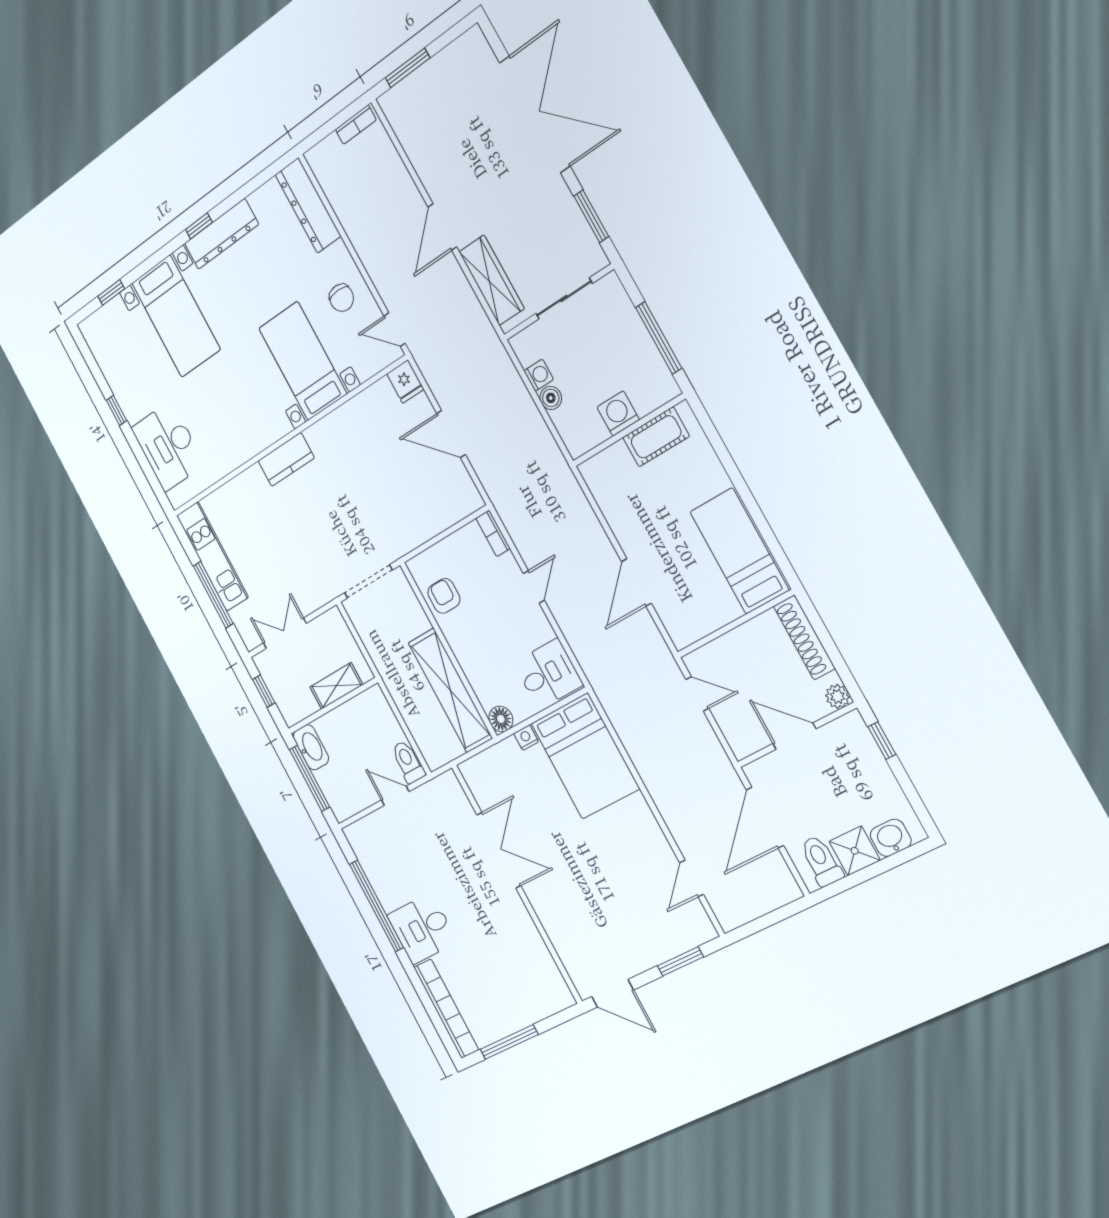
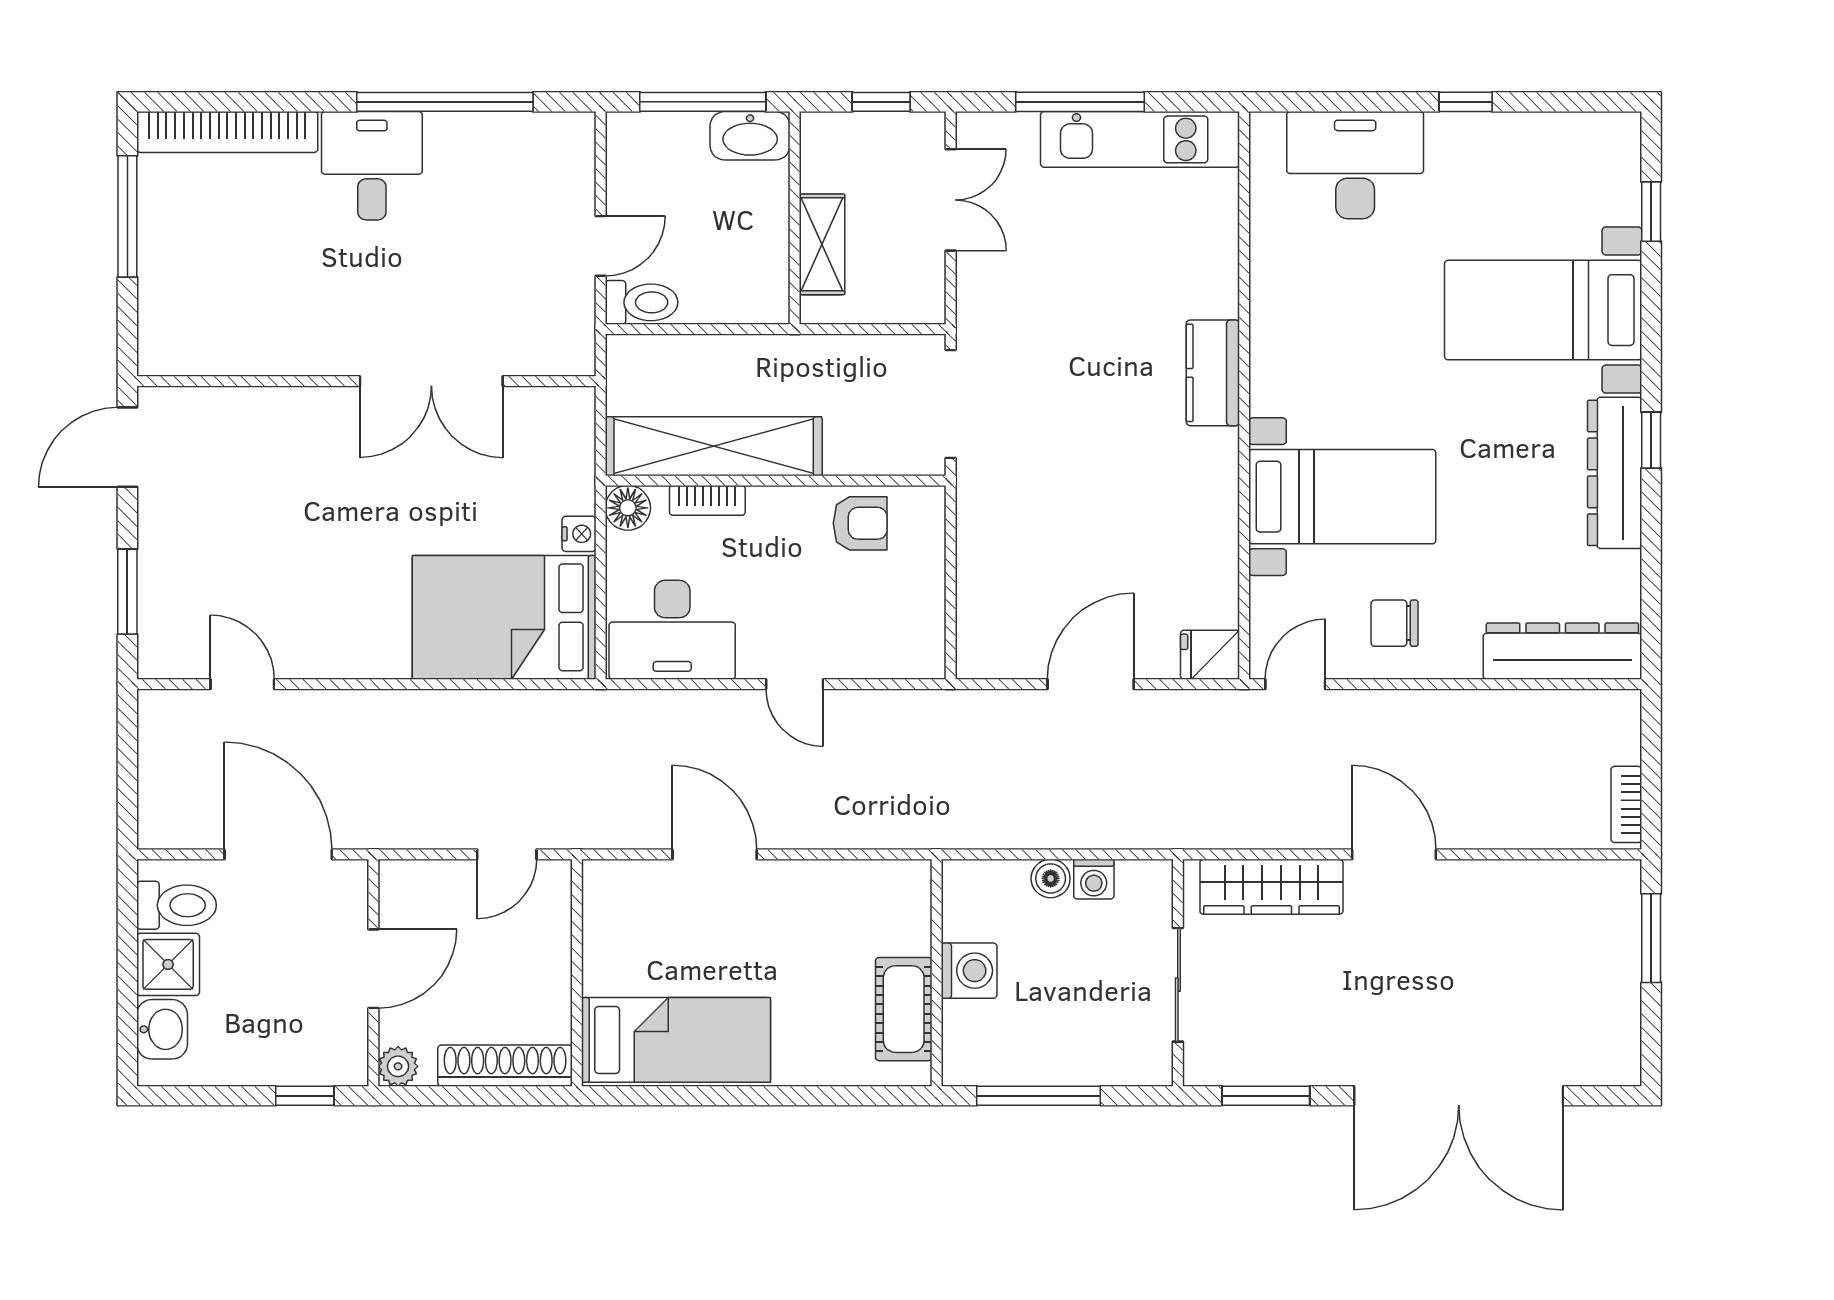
bookcase: (493, 533) -> (707, 500), moved, turned 180
desk: (548, 674) -> (672, 630), width x1.37

